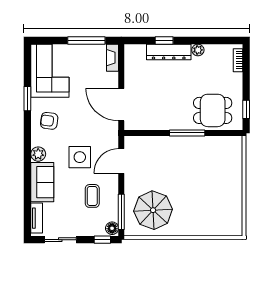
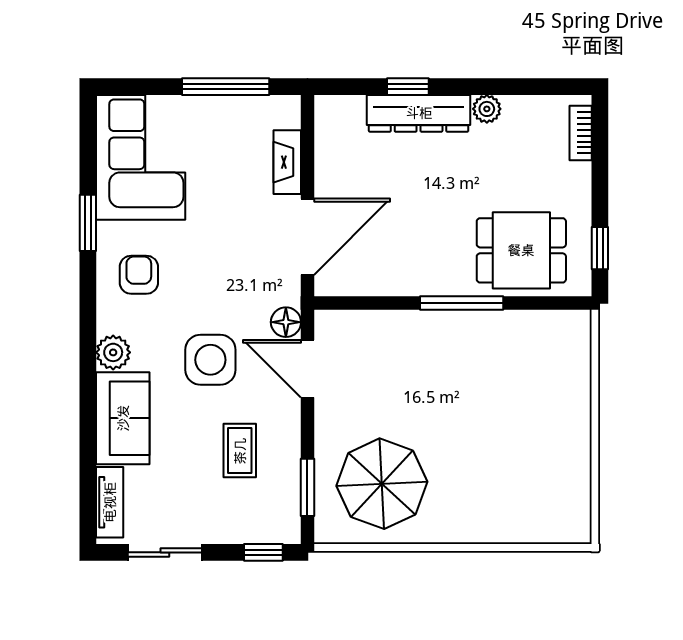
fireplace: (113, 58) -> (287, 162), moved
door: (121, 105) -> (307, 237), swing flipped
armchair: (49, 121) -> (139, 275), turned 82
door: (121, 161) -> (307, 369), hinge flipped
window: (121, 212) -> (307, 487), width x0.69
floor lamp: (112, 228) -> (286, 322), moved

